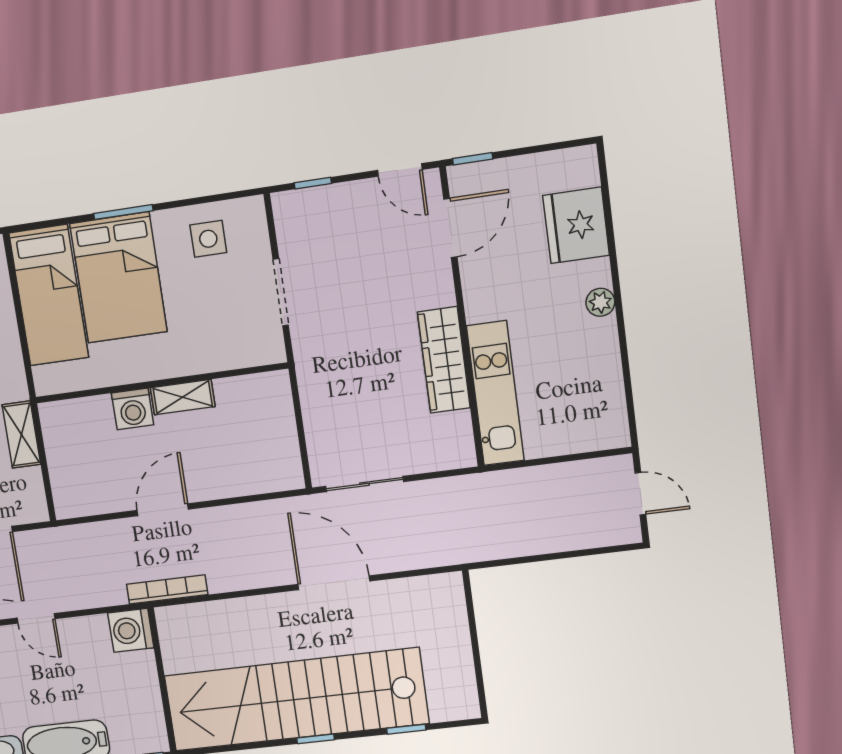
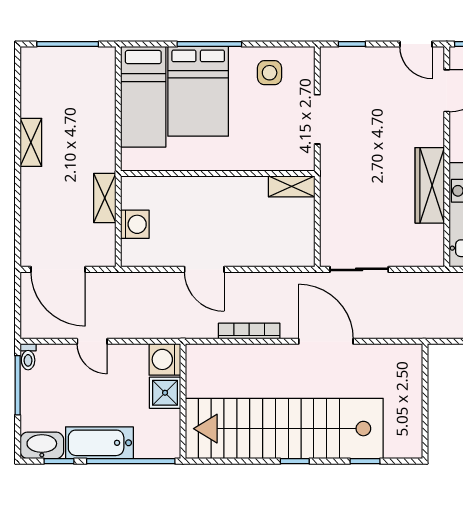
window: (123, 212) -> (209, 44), width x1.44
shelving: (183, 397) -> (292, 186), moved
washing machine: (133, 409) -> (135, 224), moved, turned -90
door: (163, 510) -> (204, 269), swing flipped
bookcase: (167, 589) -> (249, 331), moved
shower: (138, 672) -> (165, 393), added

